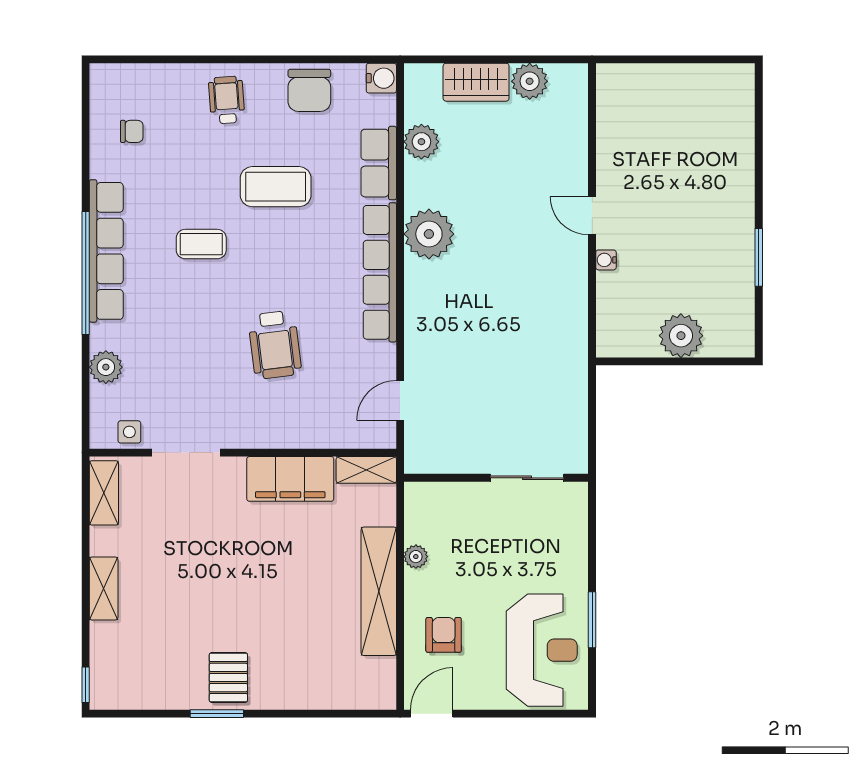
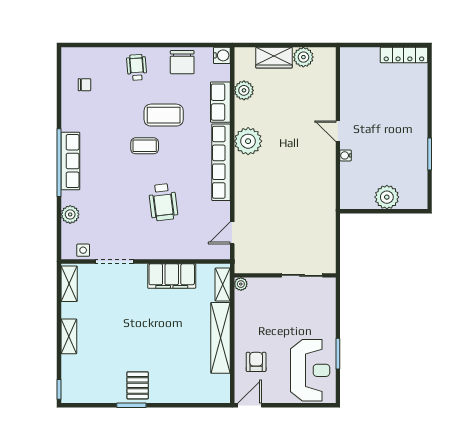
locker: (712, 77) -> (404, 55), added
coffee table: (201, 244) -> (145, 146), moved
row of seats: (106, 251) -> (70, 161), width x0.73
shelving: (366, 470) -> (223, 285), moved, turned 90
plant: (416, 557) -> (241, 284), moved

